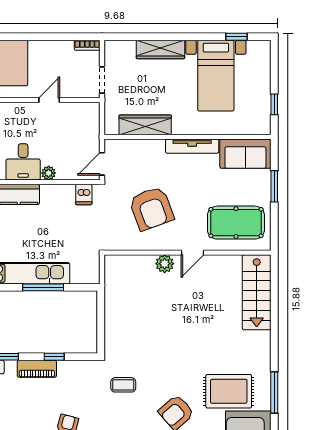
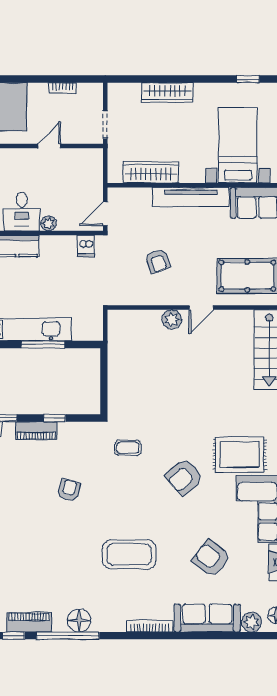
bookcase: (87, 45) -> (63, 88), moved
bed with nightstands: (216, 76) -> (238, 145), moved, turned 180
tv unit: (192, 146) -> (191, 197), width x1.36, depth x1.29
armchair: (151, 208) -> (158, 261), width x0.53, depth x0.53

